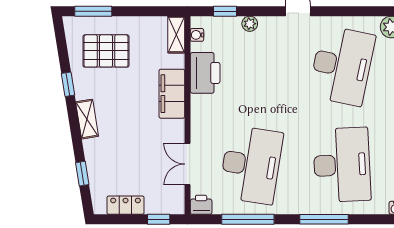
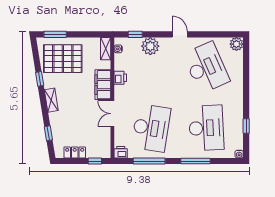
plant: (250, 24) -> (150, 46), width x1.88, depth x1.88
pallet: (106, 51) -> (63, 59), width x1.37, depth x1.41
desk: (342, 66) -> (206, 68), turned -36
printer: (205, 73) -> (120, 78), width x0.53, depth x0.68
double door: (188, 164) -> (112, 114), moved

